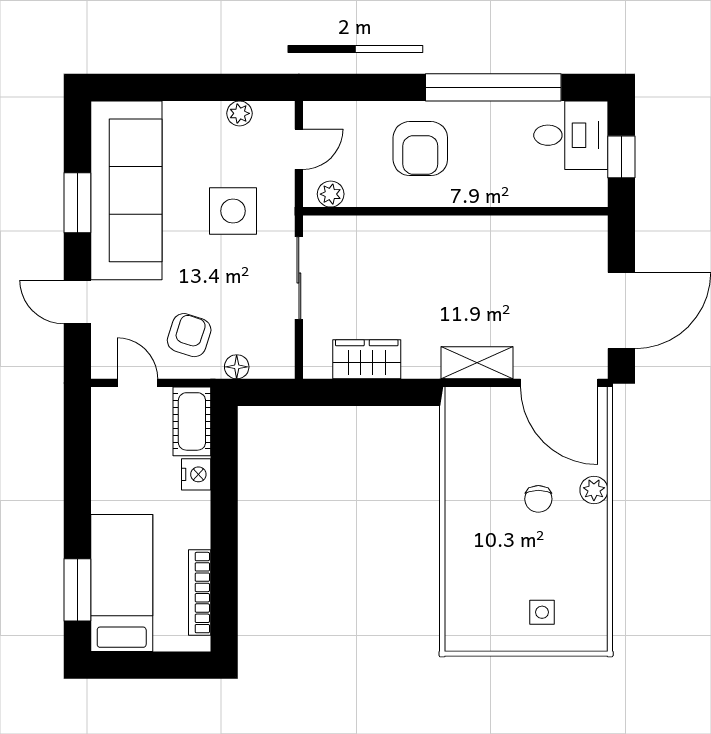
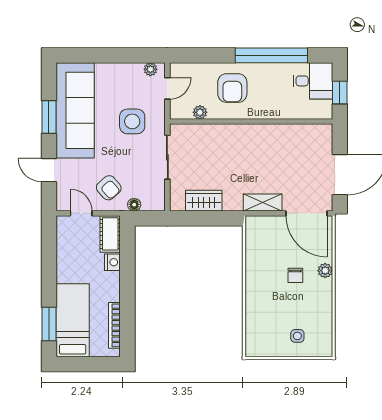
plant: (239, 113) -> (150, 69), moved
plant: (331, 194) -> (200, 112), moved
armchair: (189, 335) -> (109, 188), turned 120

